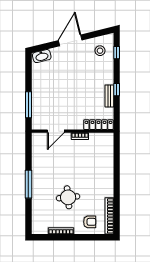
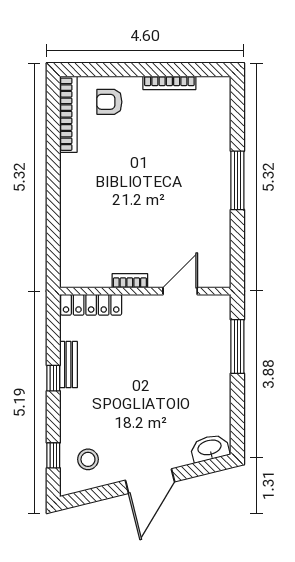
round table: (68, 197) -> (155, 153), removed

